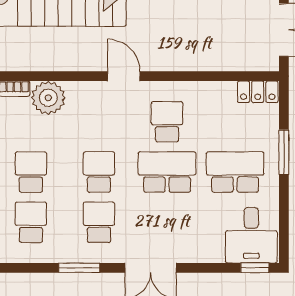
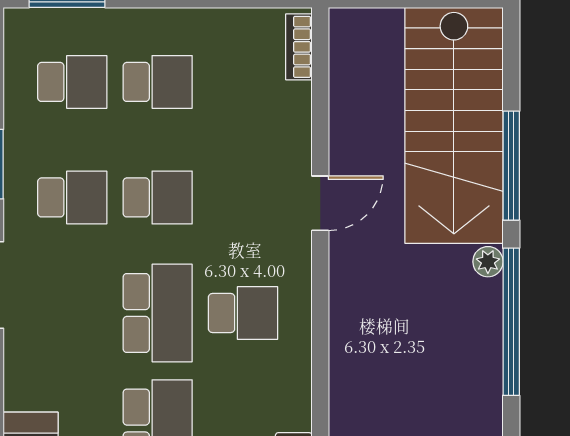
door: (124, 76) -> (320, 203), moved
plant: (48, 98) -> (284, 111), removed

